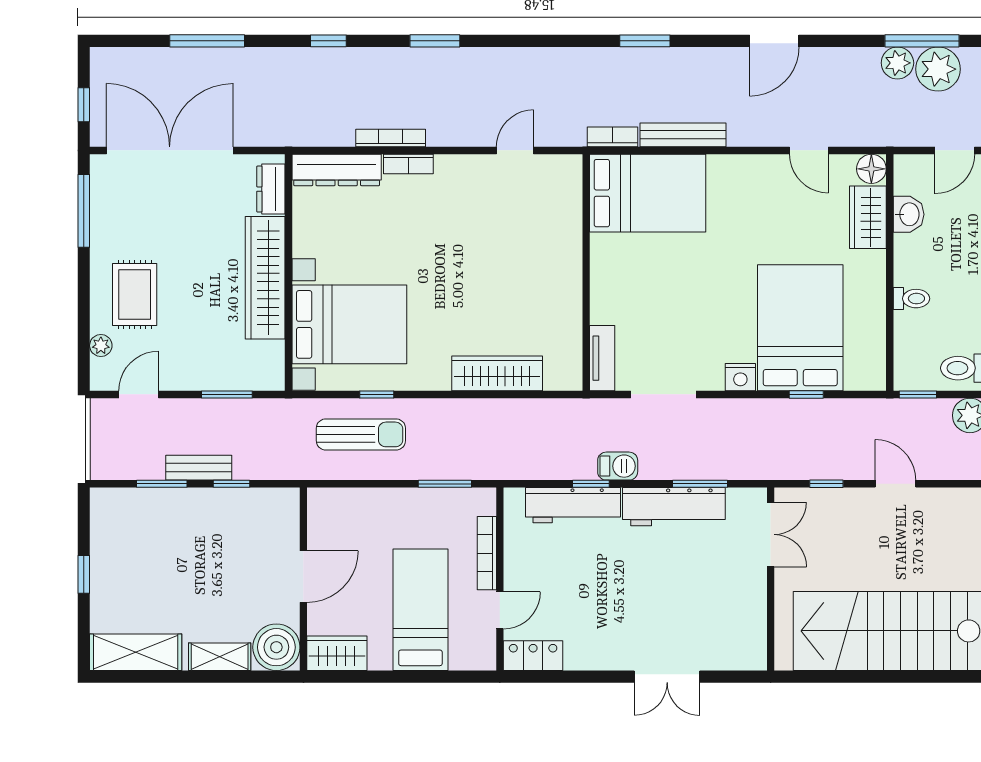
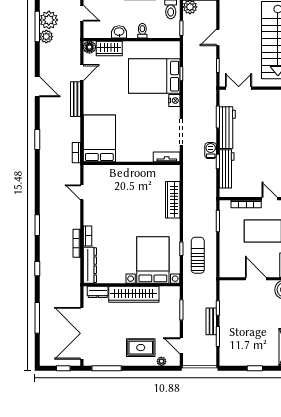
bench: (683, 135) -> (76, 99), moved
washbasin: (909, 214) -> (119, 32), moved

